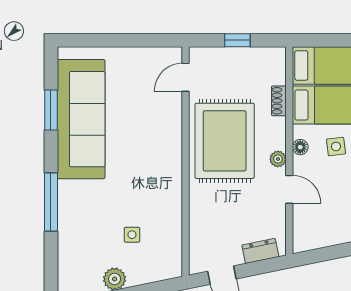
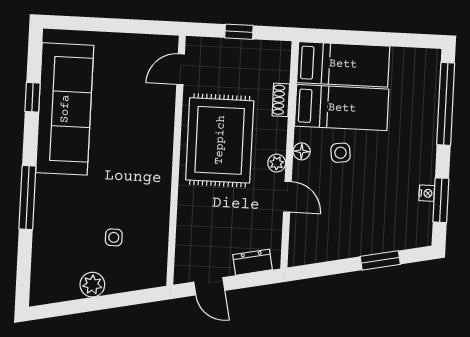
window: (51, 110) -> (33, 97), width x0.67

